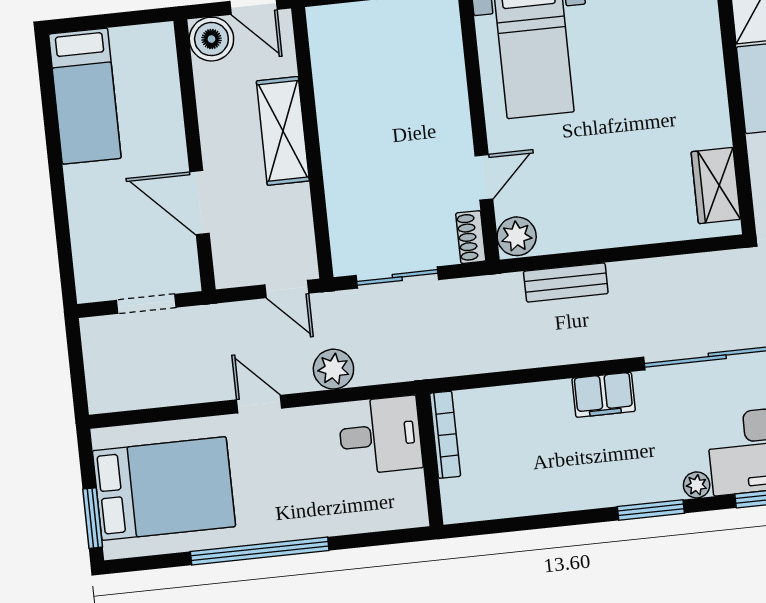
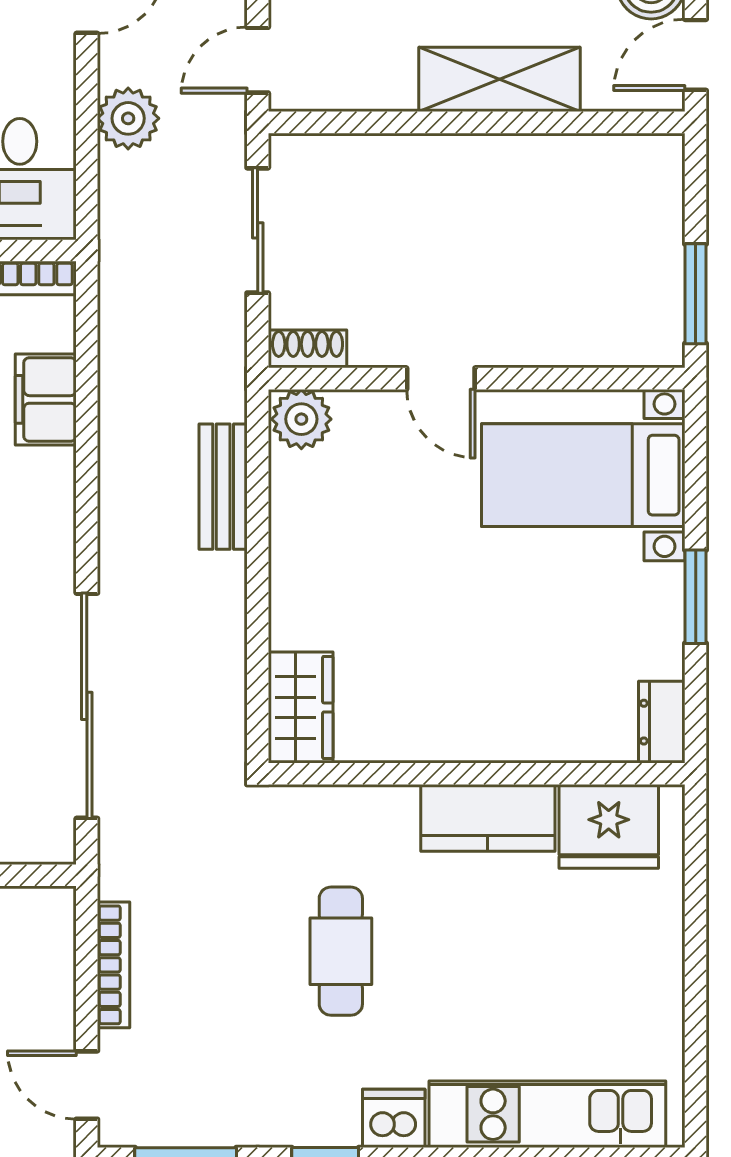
door: (484, 177) -> (441, 379), moved
wardrobe: (716, 186) -> (301, 707), moved, turned 90
filing cabinet: (604, 395) -> (46, 399), moved

